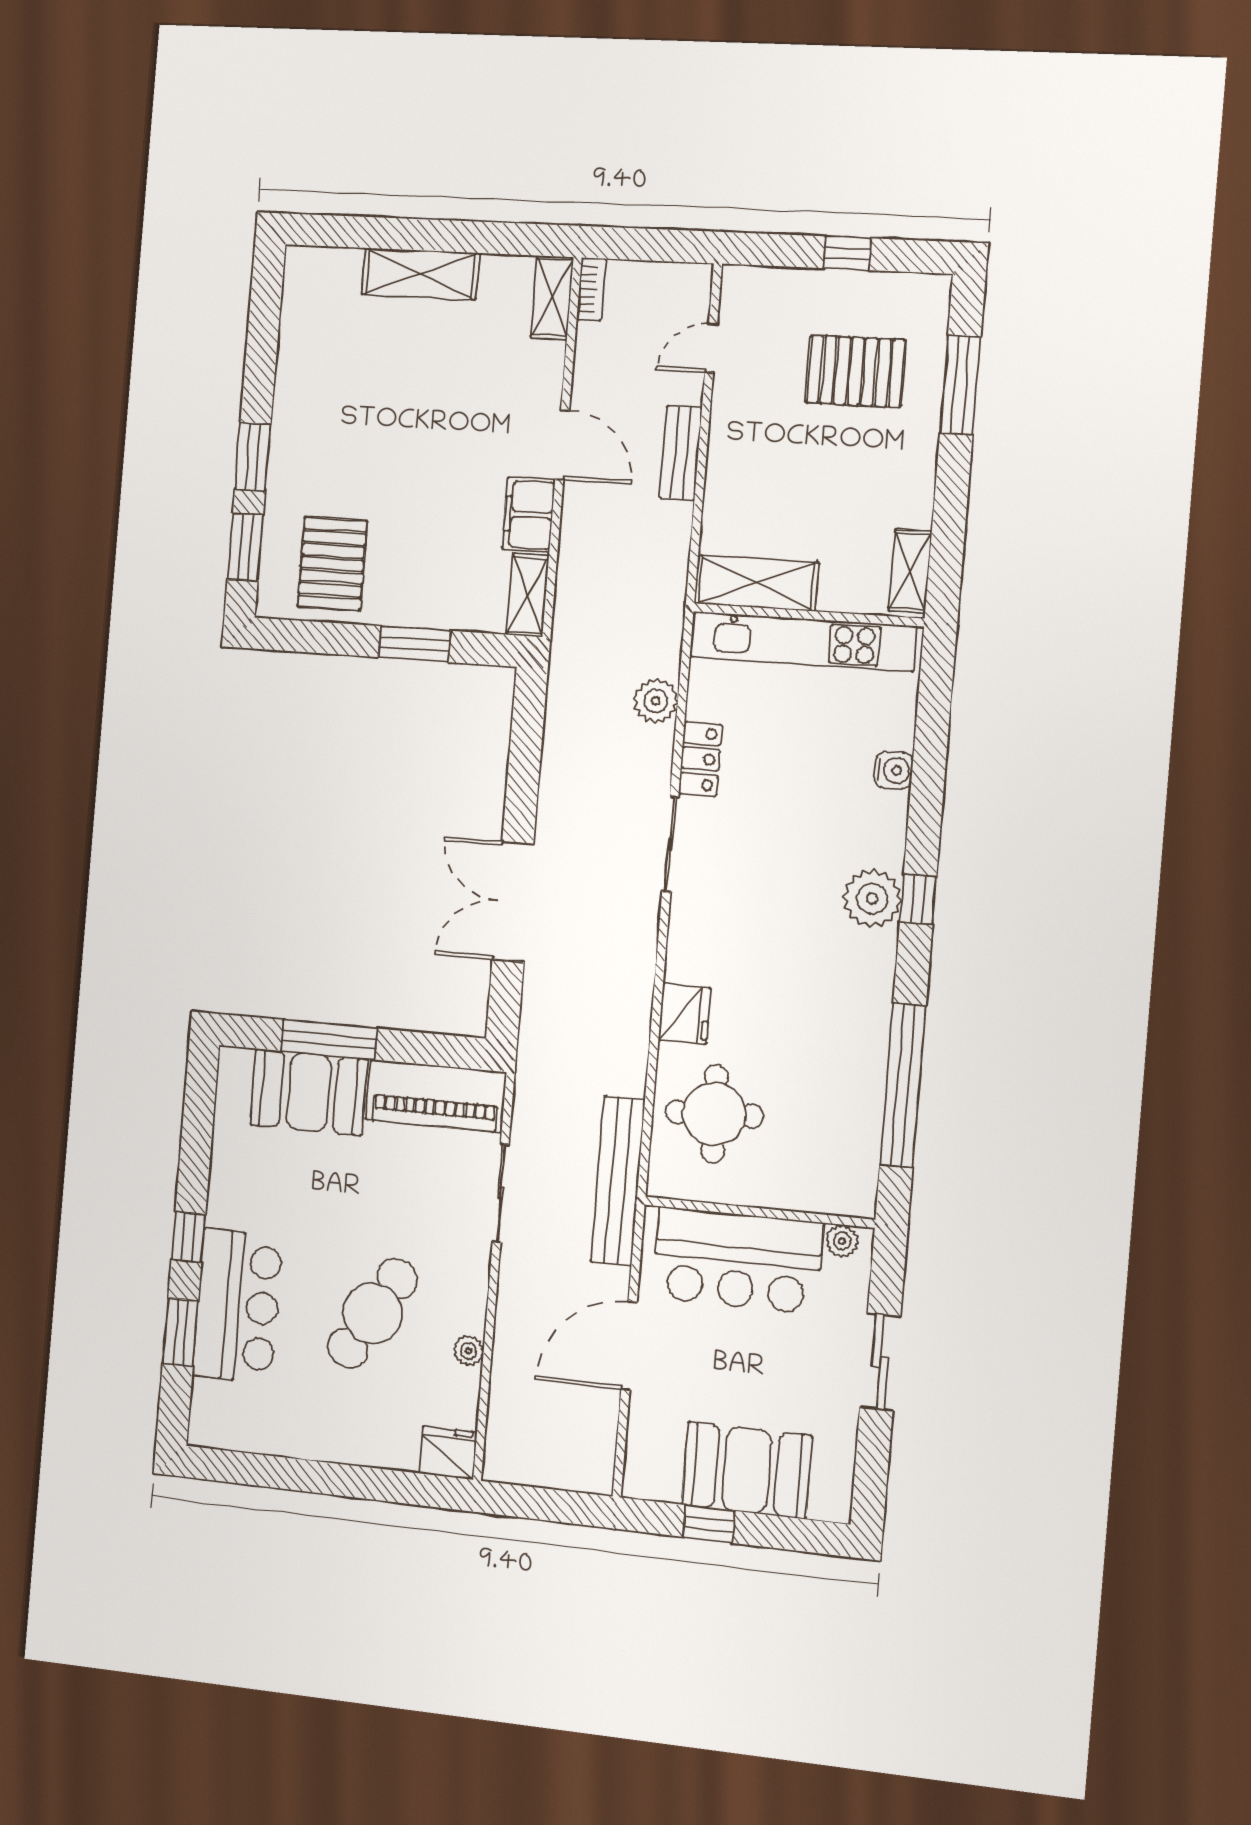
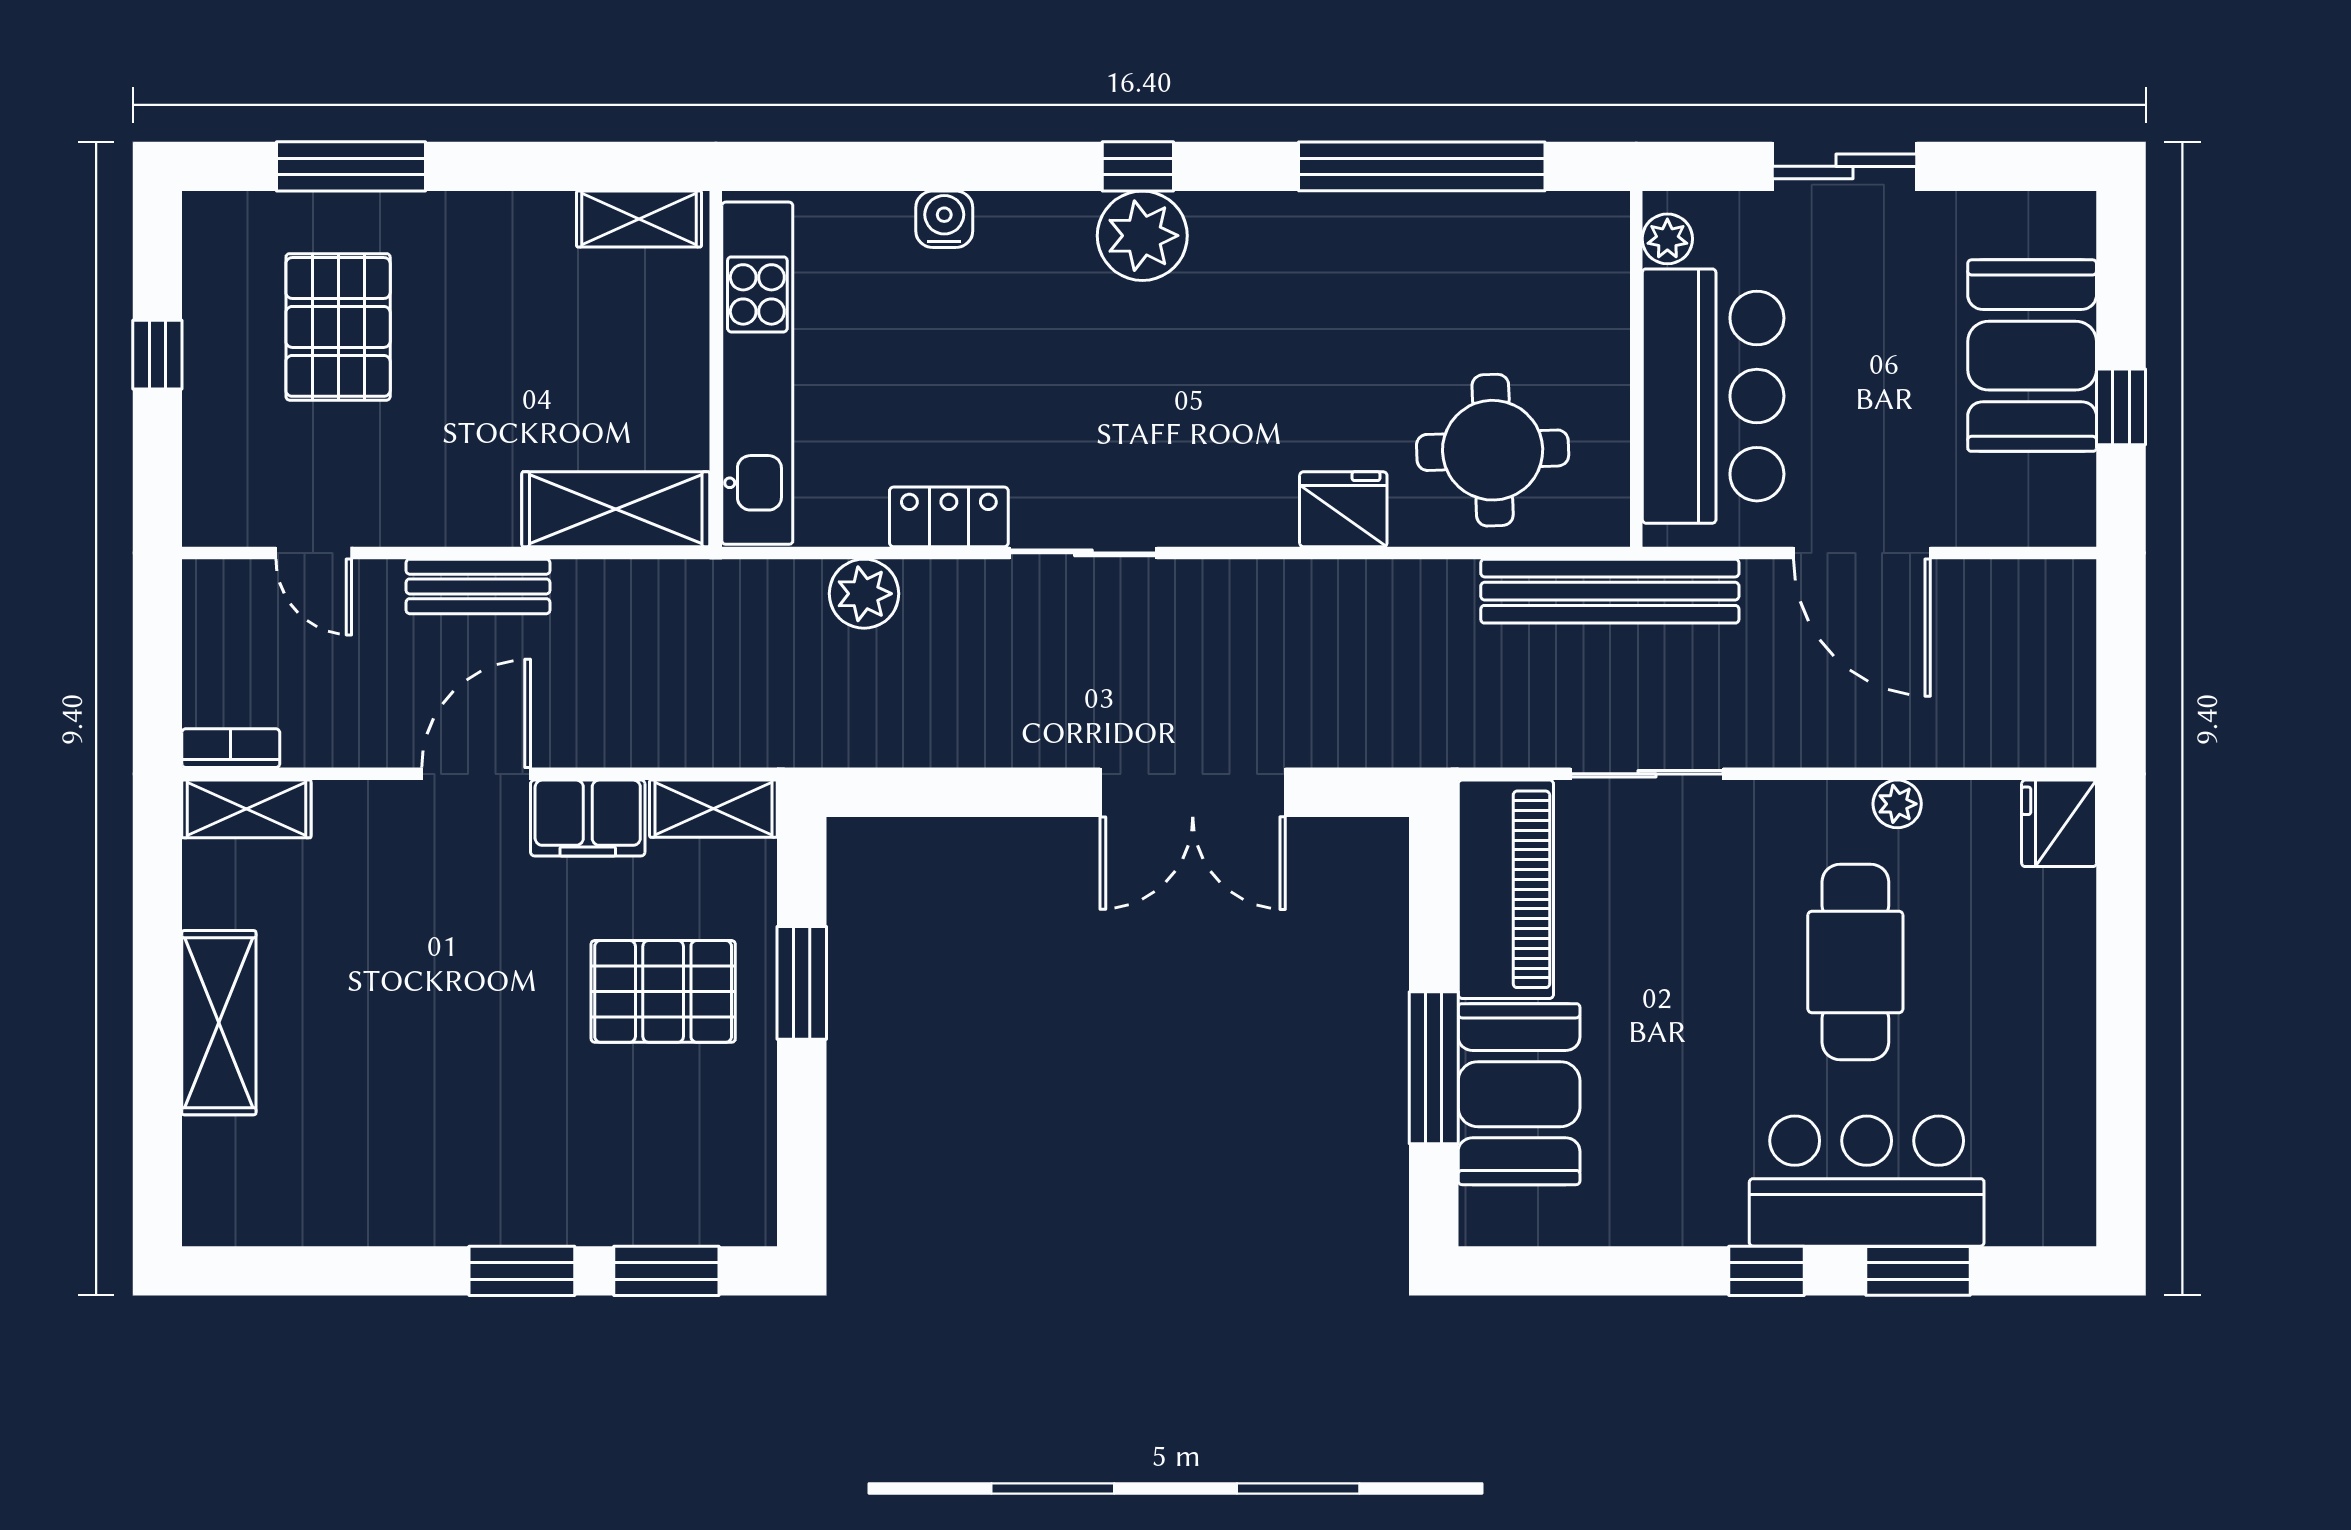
pallet: (332, 564) -> (663, 991), moved
shelving: (756, 583) -> (616, 509), moved, turned 90
cafe table: (372, 1313) -> (1855, 962), turned 59

